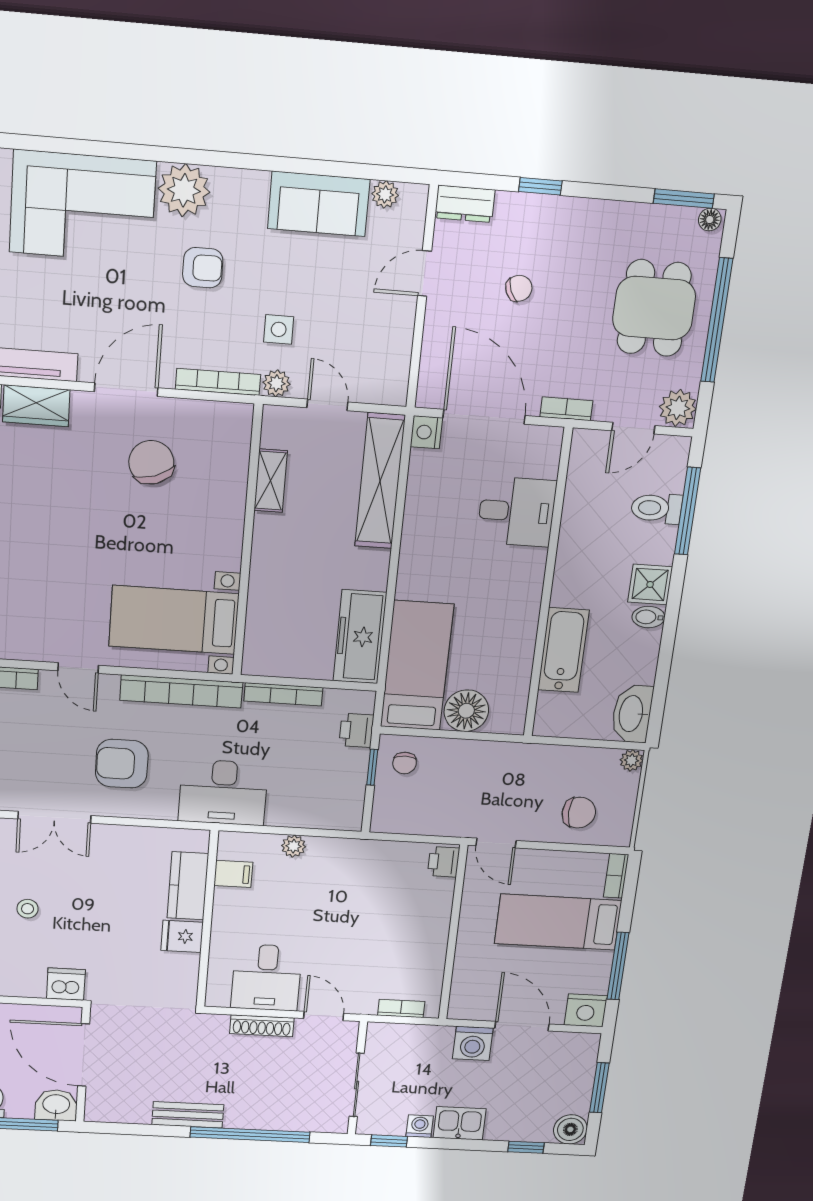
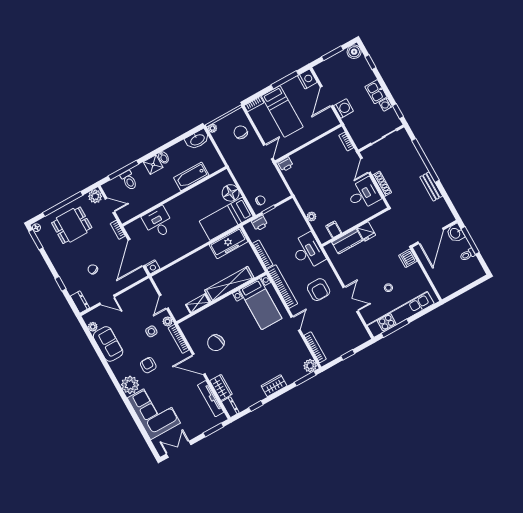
shelving: (380, 481) -> (229, 284), moved

